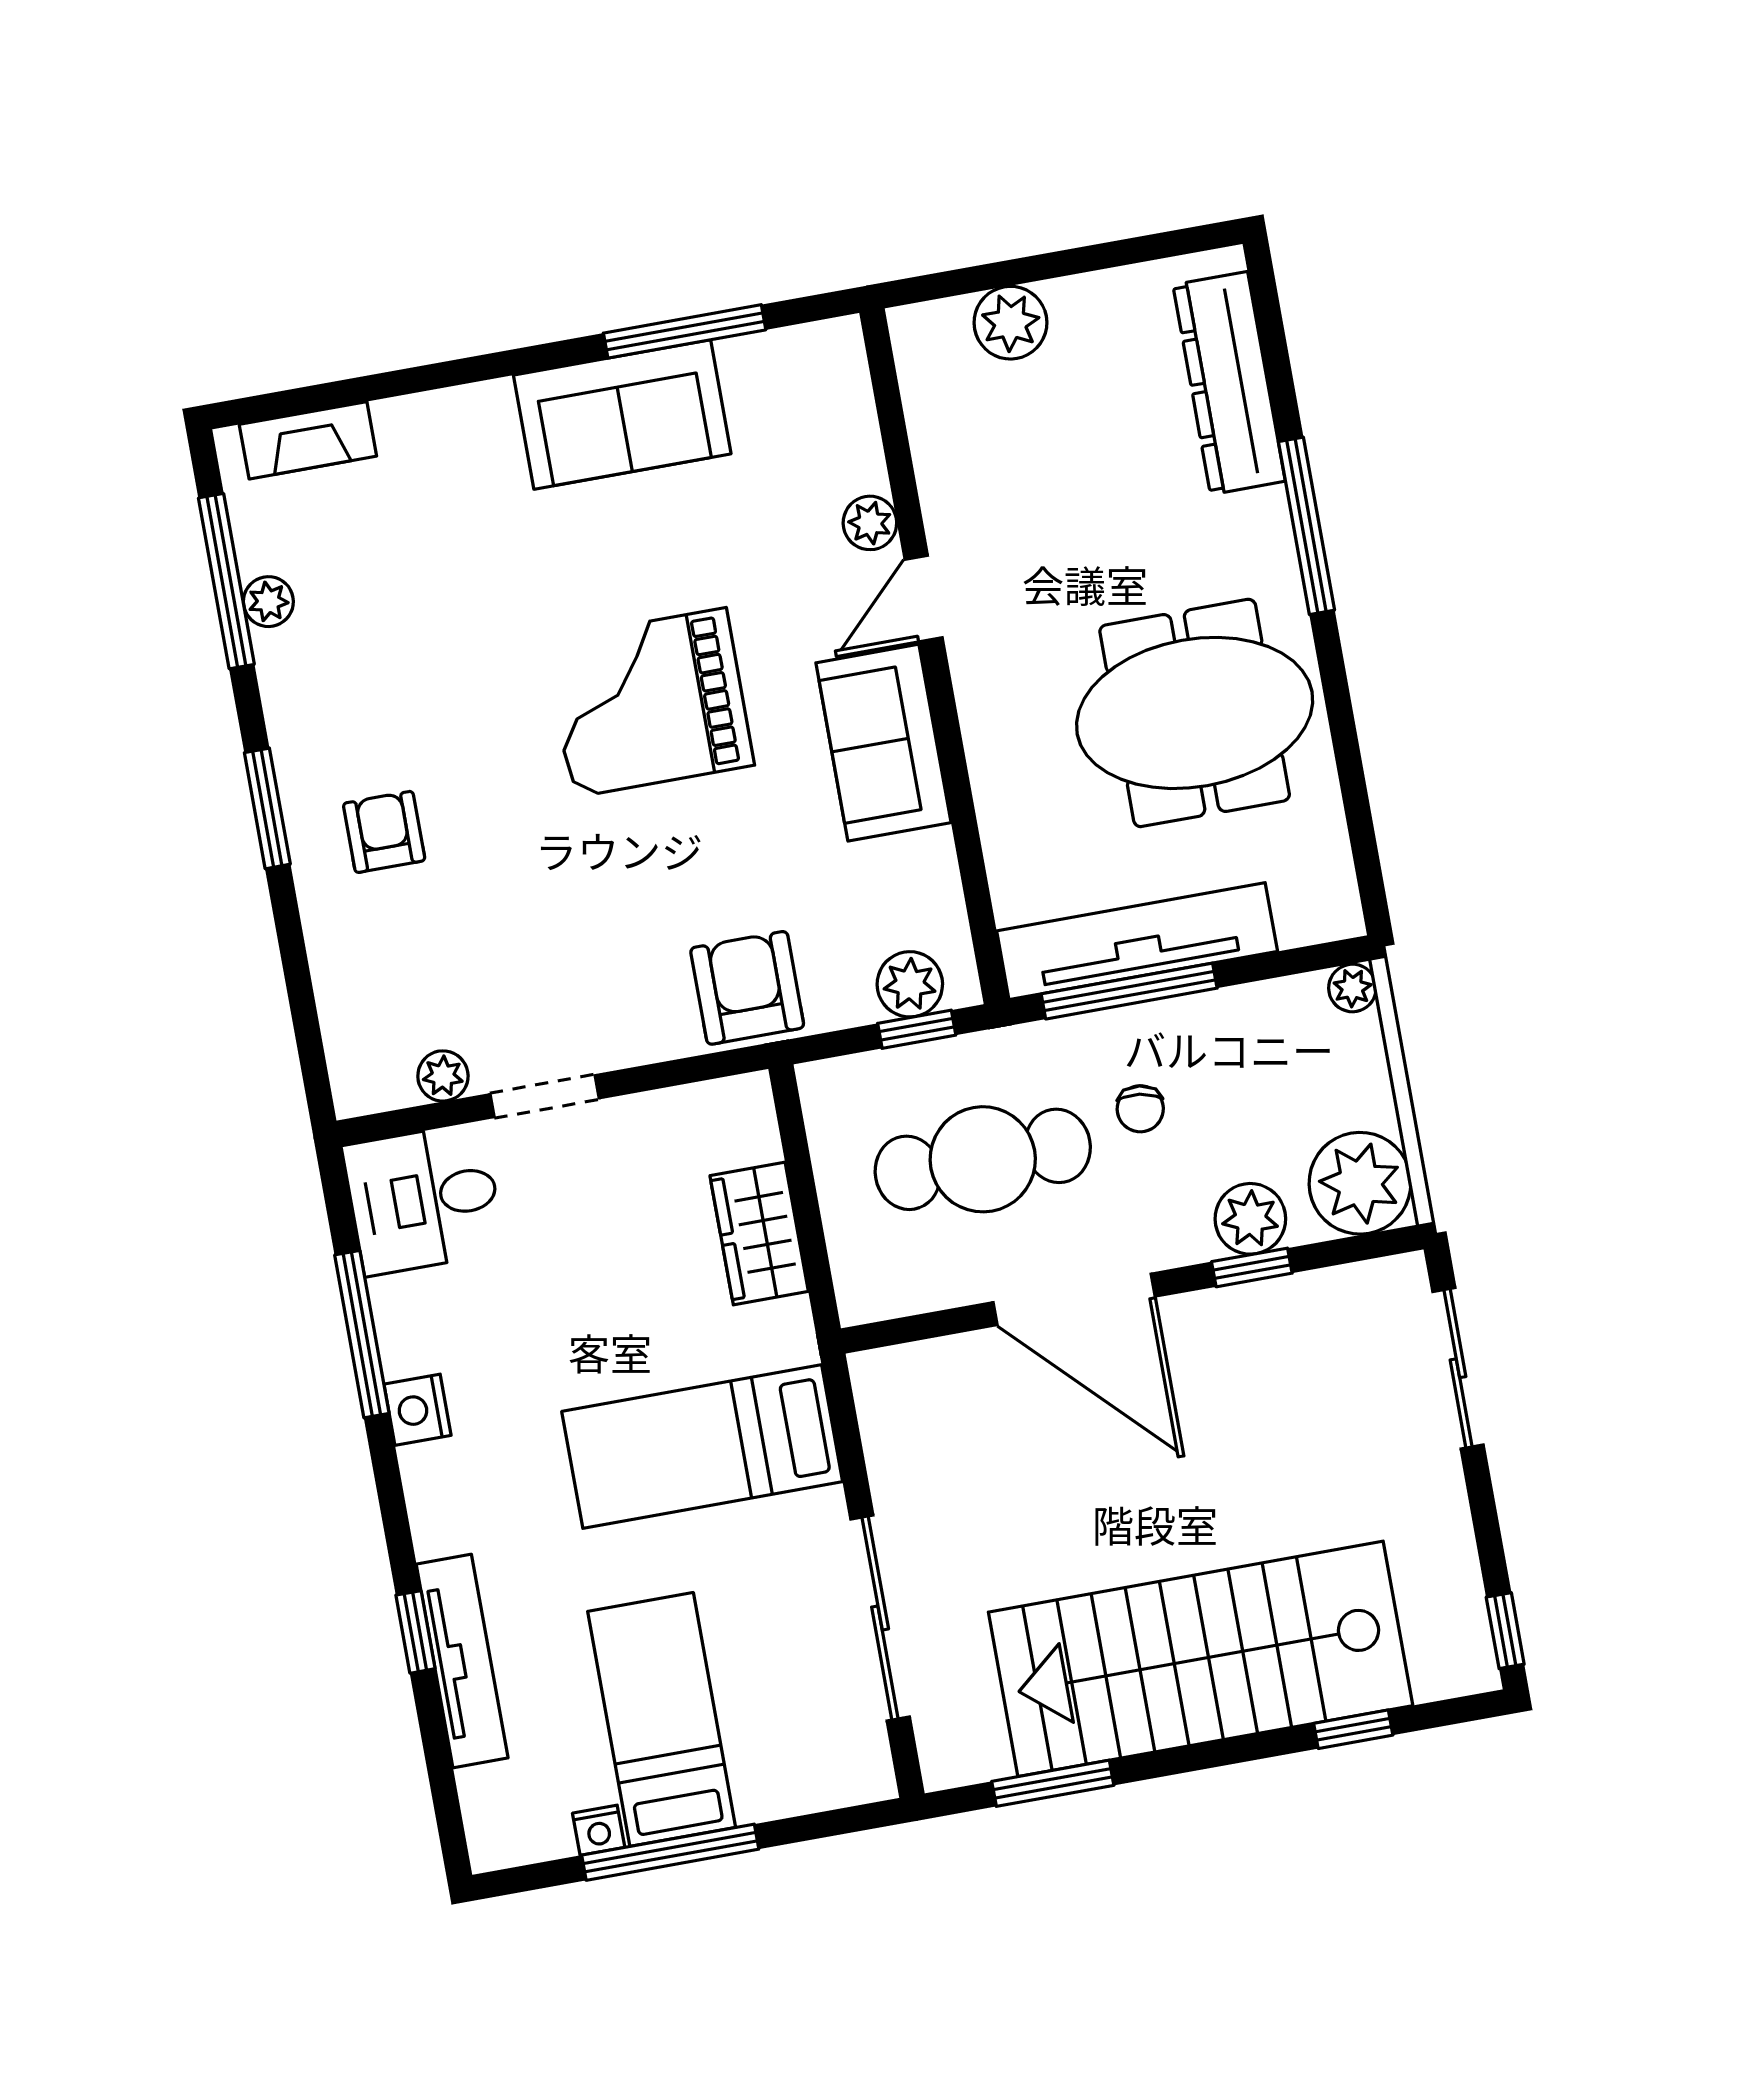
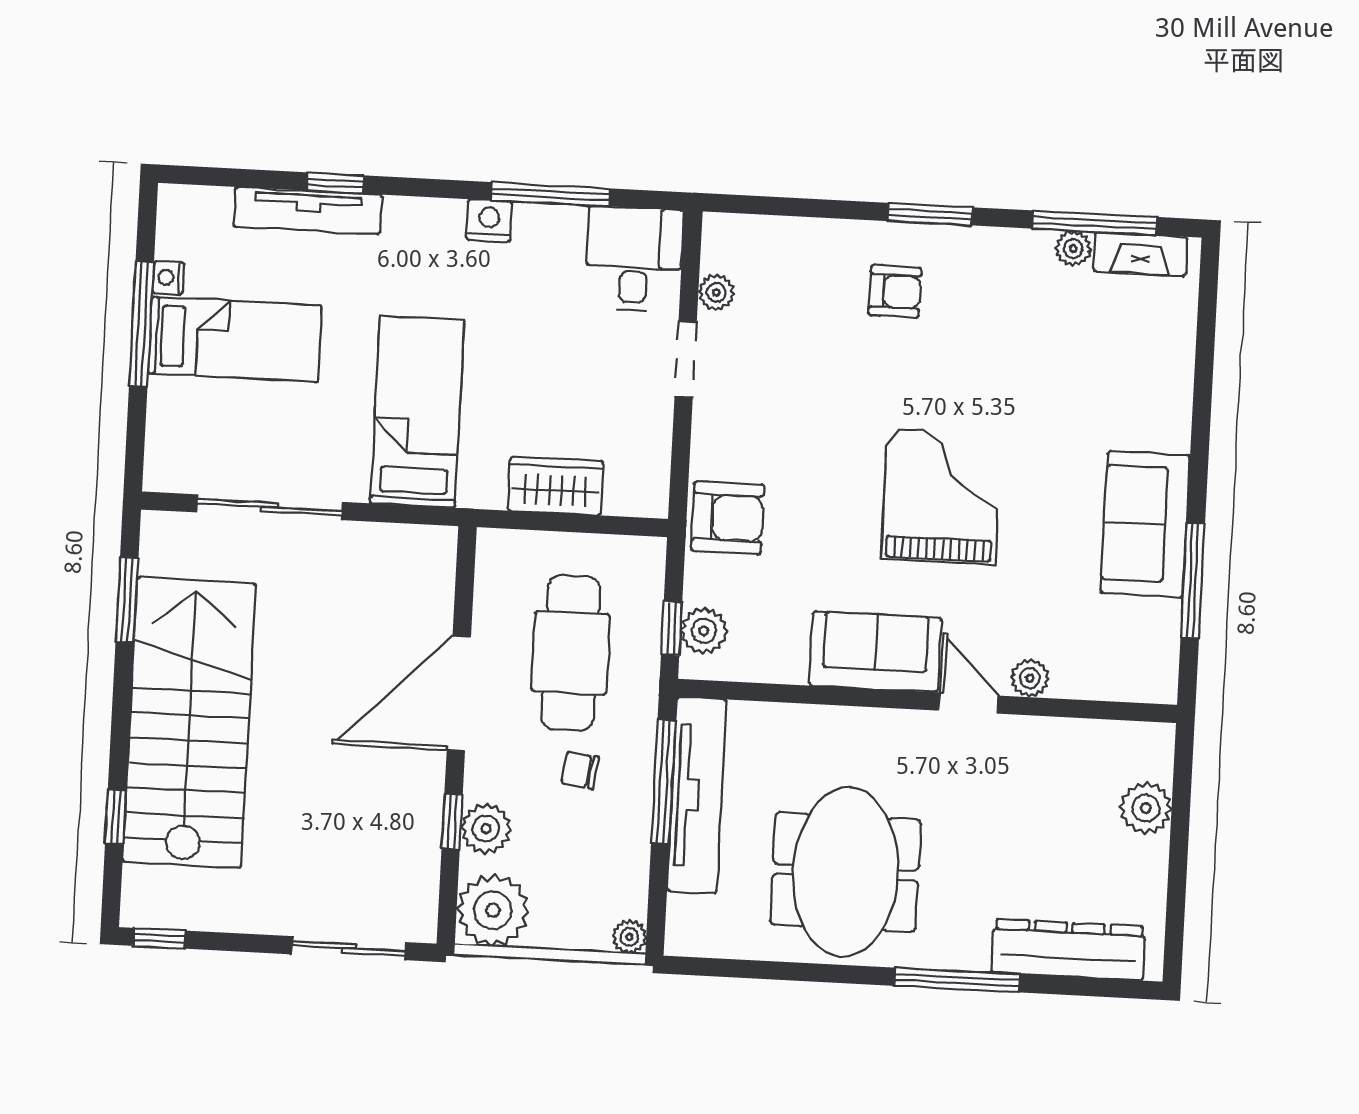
fireplace: (308, 440) -> (1141, 254), moved, turned -90

